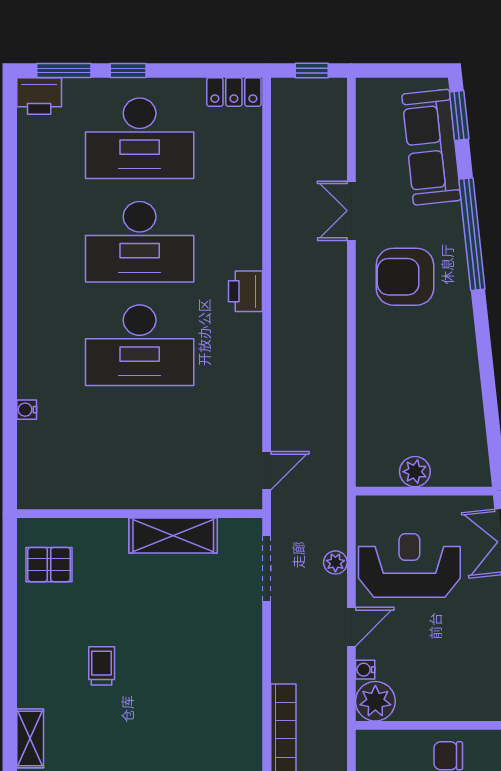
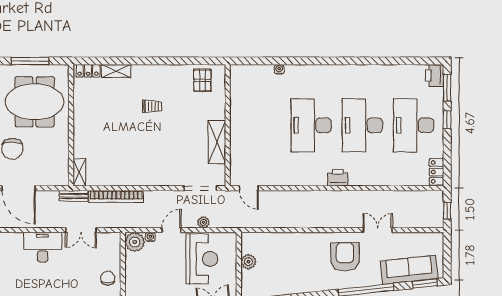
door: (351, 627) -> (172, 230), swing flipped

